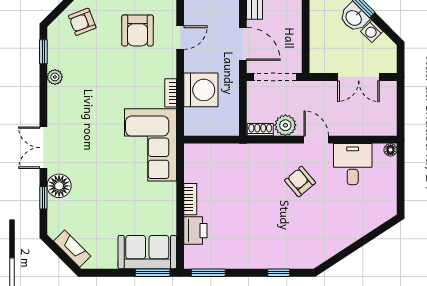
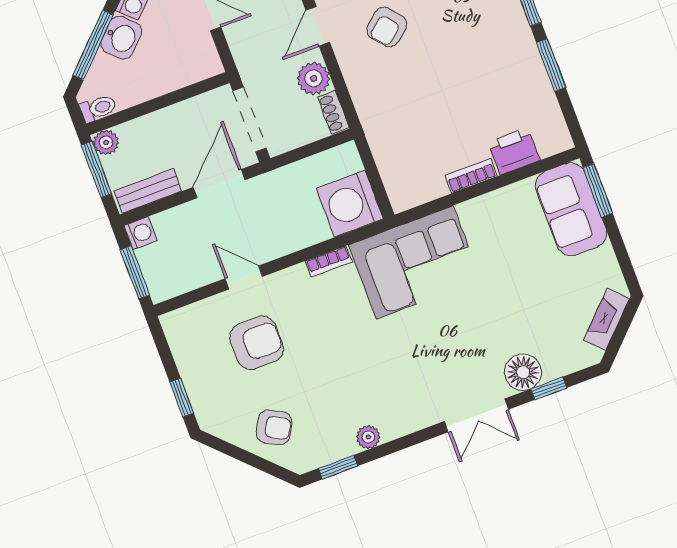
armchair: (82, 22) -> (274, 427), turned -41
washing machine: (201, 90) -> (350, 204), moved, turned -90
window: (208, 273) -> (551, 65), moved

